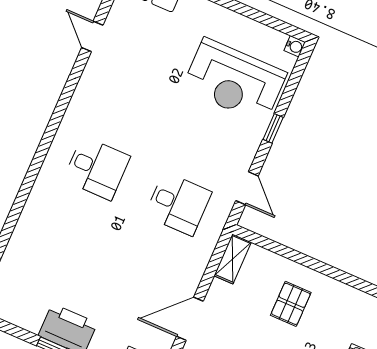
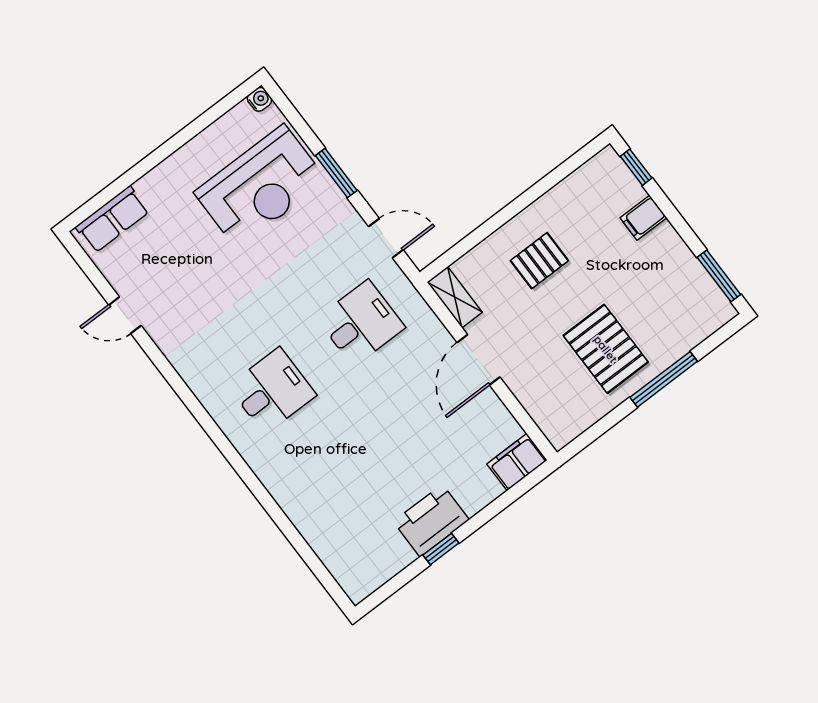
window: (273, 128) -> (336, 173), width x1.50
pallet: (291, 304) -> (539, 261), turned 90
door: (190, 319) -> (478, 360), moved

